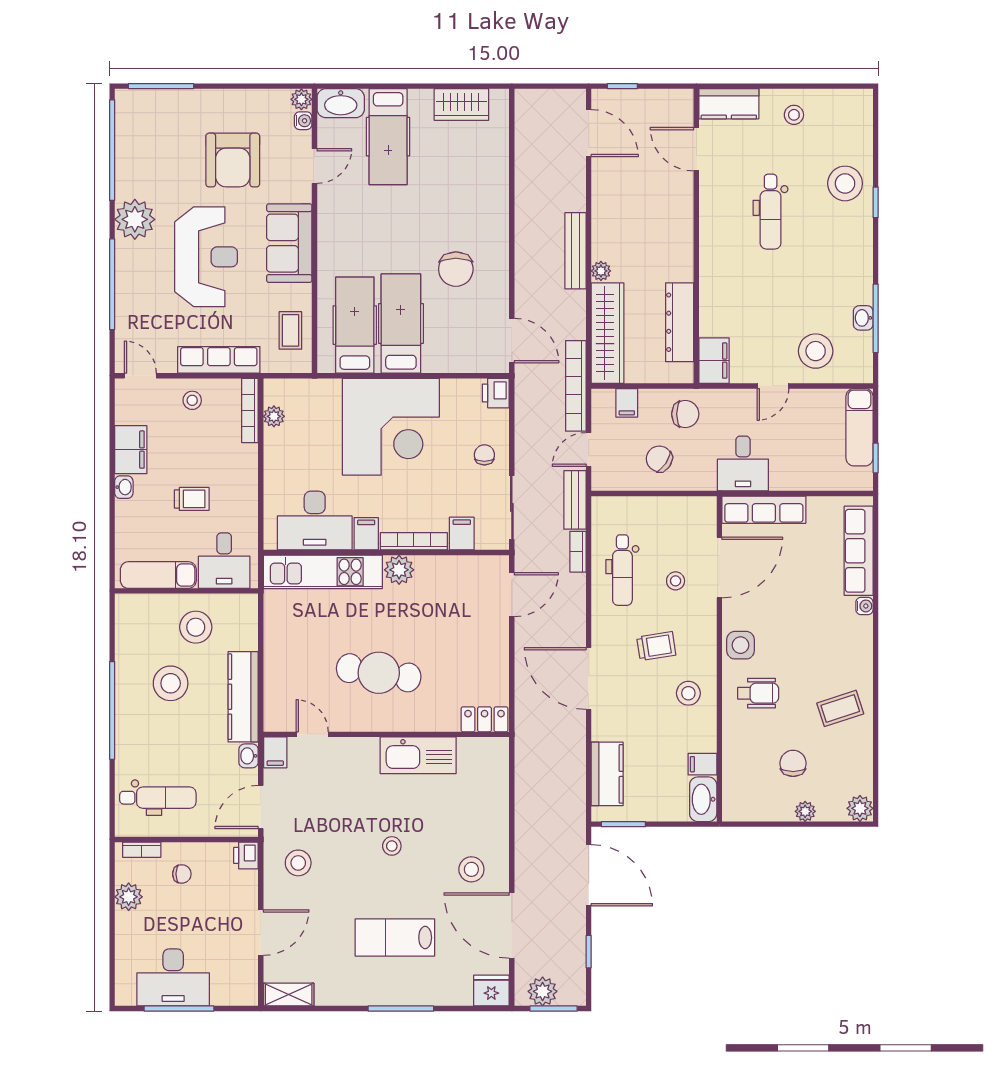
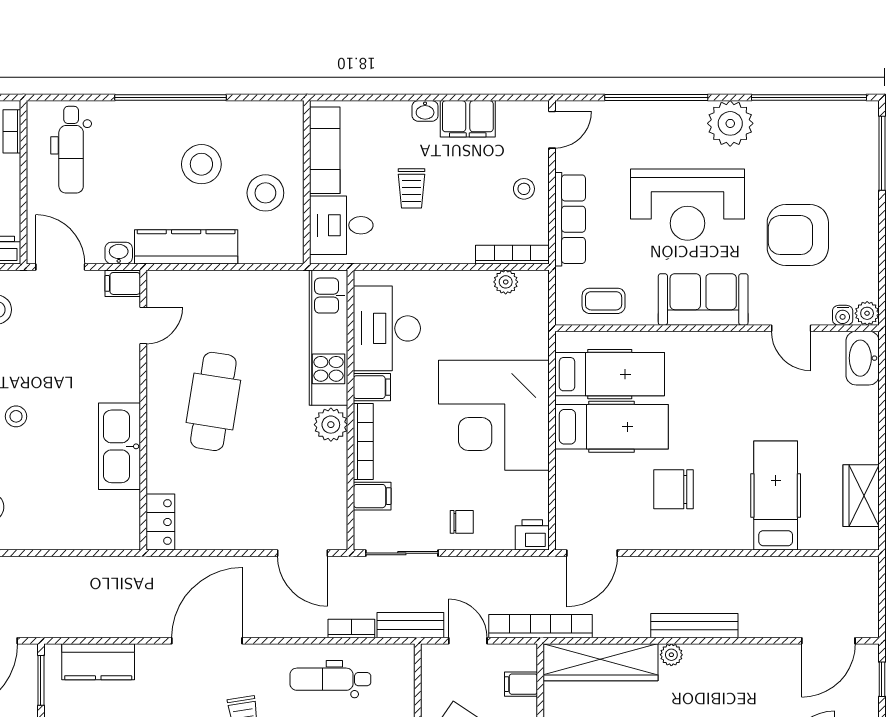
hospital bed: (388, 137) -> (776, 496), moved, turned 90

